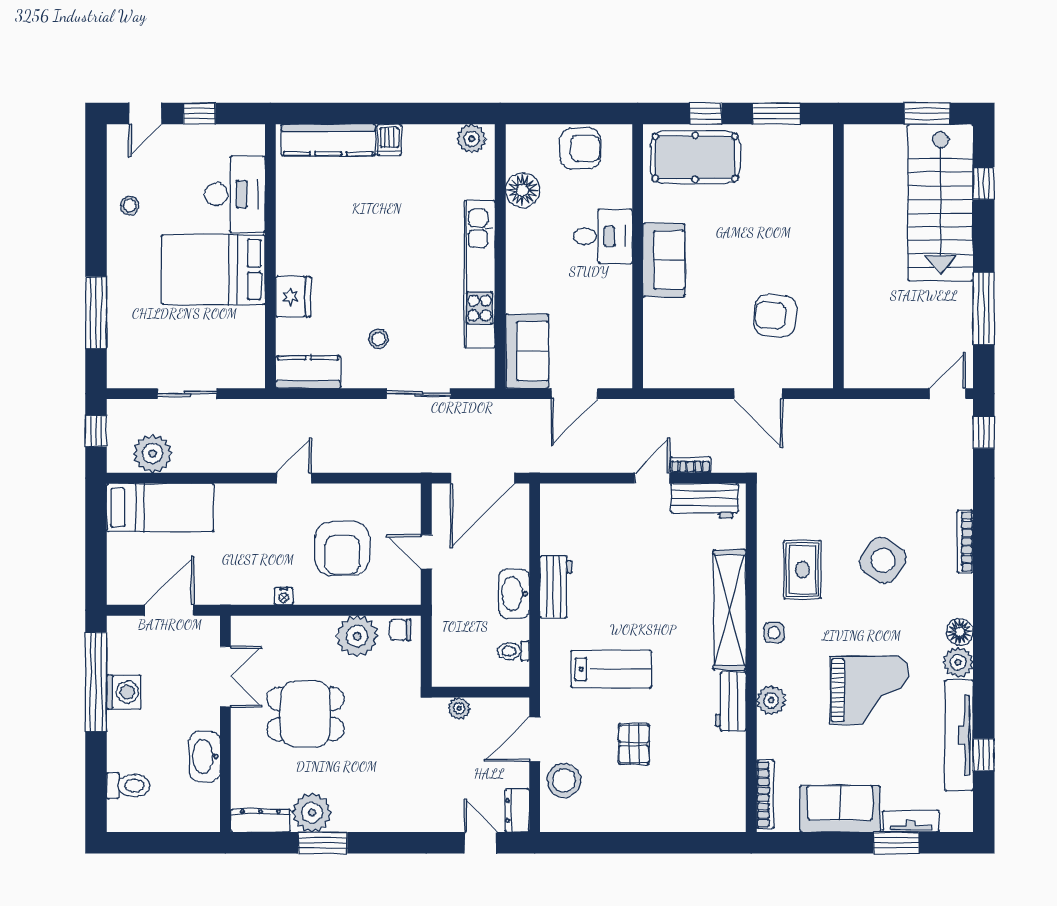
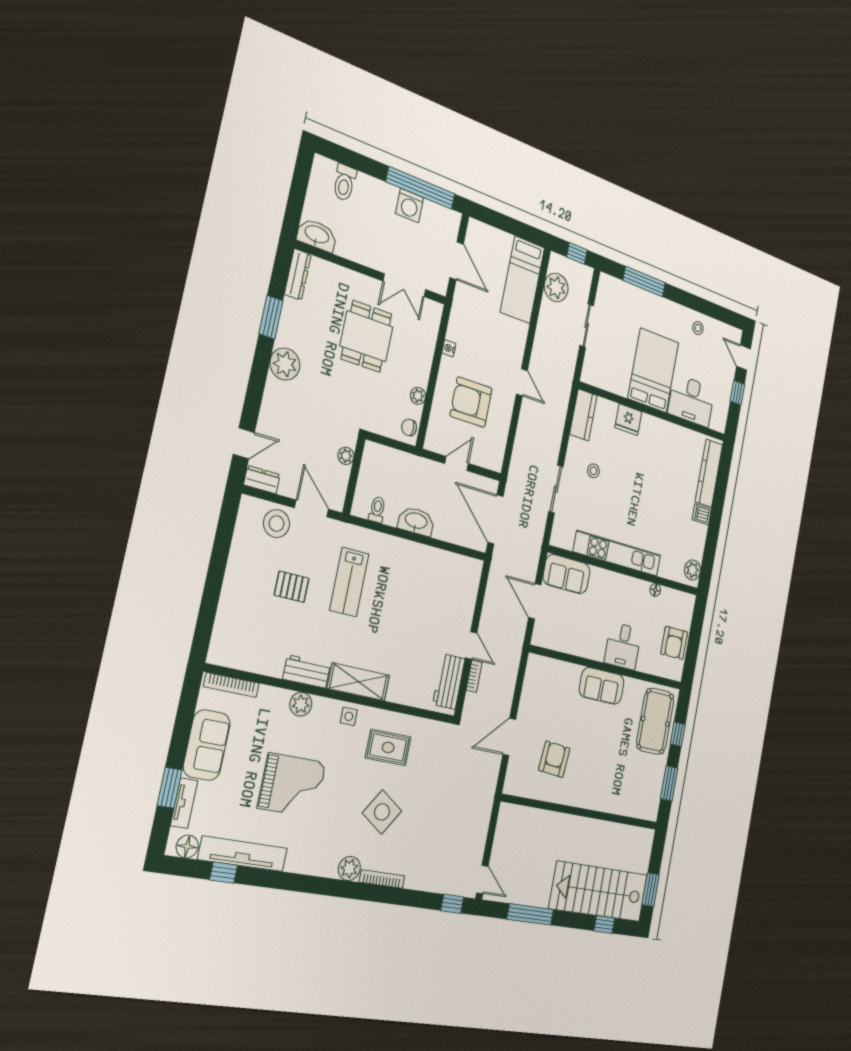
floor lamp: (523, 190) -> (655, 590), width x0.53, depth x0.53
workbench: (556, 587) -> (414, 554), removed
shelving: (730, 610) -> (359, 682), width x0.68
chair: (400, 630) -> (409, 427), turned -90
floor lamp: (960, 632) -> (187, 846), moved
plant: (357, 636) -> (418, 396), width x0.53, depth x0.53
plant: (958, 662) -> (349, 868), moved
grand piano: (869, 690) -> (292, 785), turned -90
washbasin: (205, 756) -> (317, 235), moved
plant: (312, 813) -> (285, 364), moved

